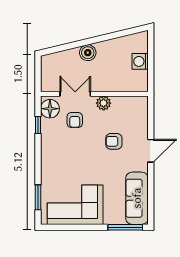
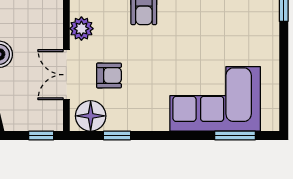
window: (38, 78) -> (41, 135), added
corner sofa: (75, 205) -> (215, 99), moved, turned 90

